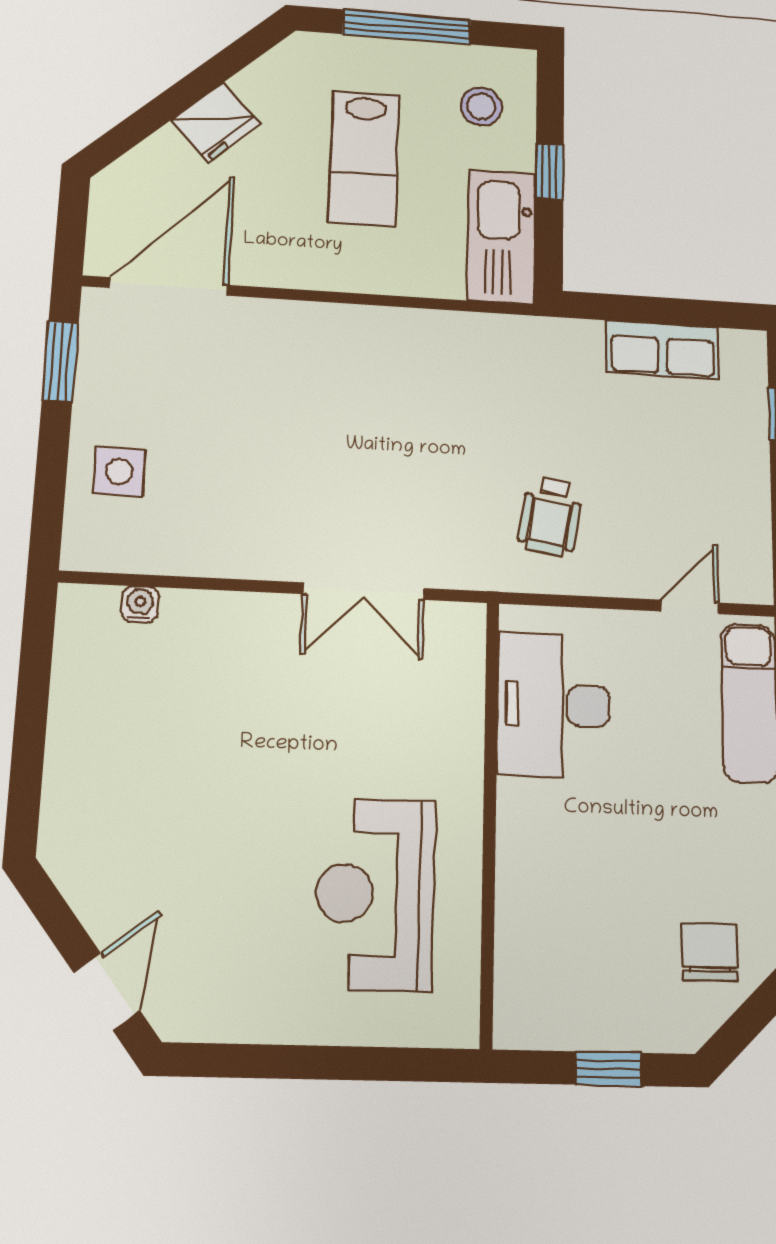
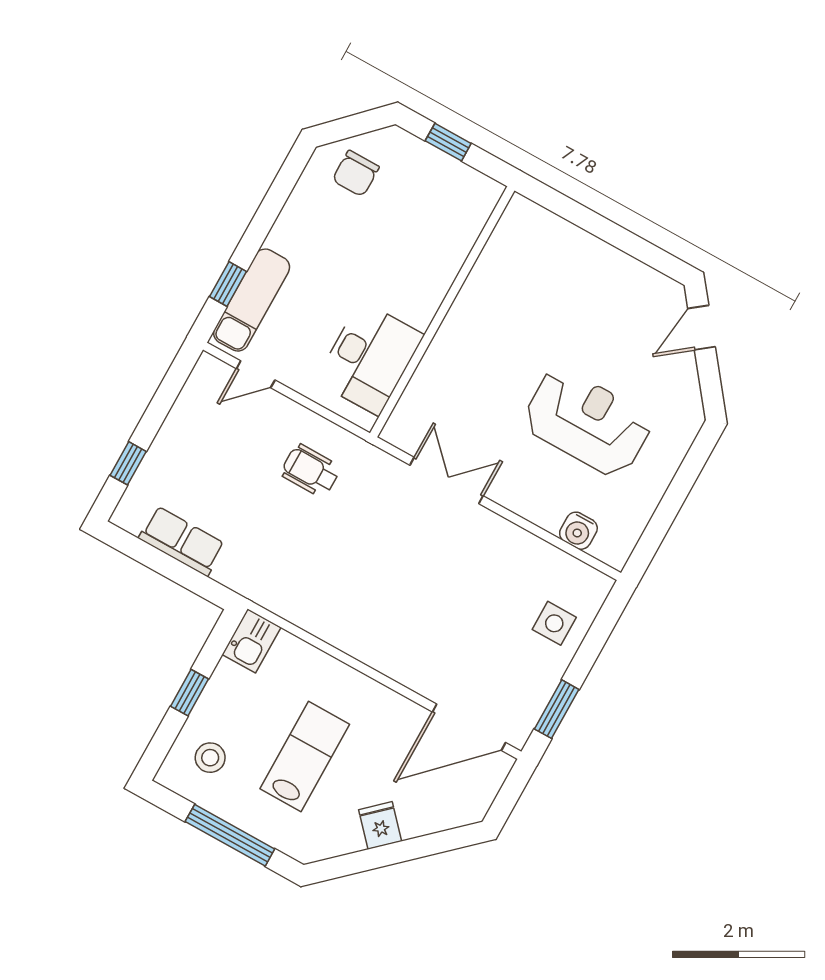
fridge: (216, 122) -> (380, 825), width x0.72
kitchen sink: (502, 237) -> (251, 641), width x0.53, depth x0.81
wheelchair: (550, 516) -> (311, 471), turned -99
water cooler: (140, 604) -> (578, 531), width x1.38, depth x1.38
reception desk: (375, 894) -> (587, 422), moved, turned -90

